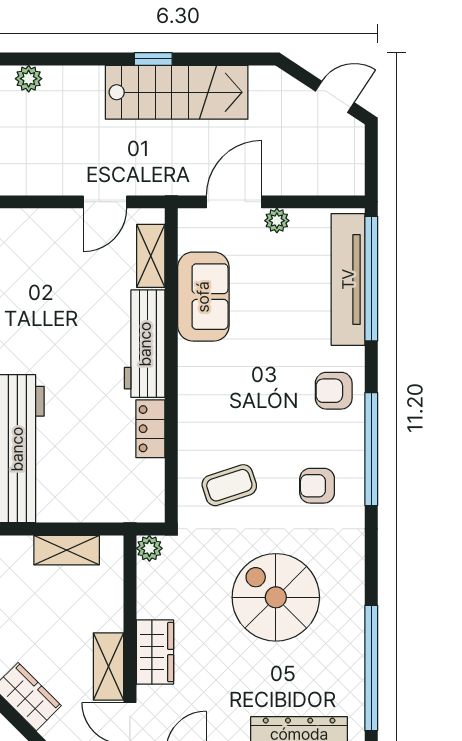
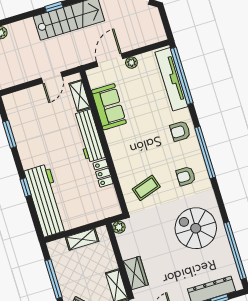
spiral stairs: (276, 597) -> (196, 228), moved

